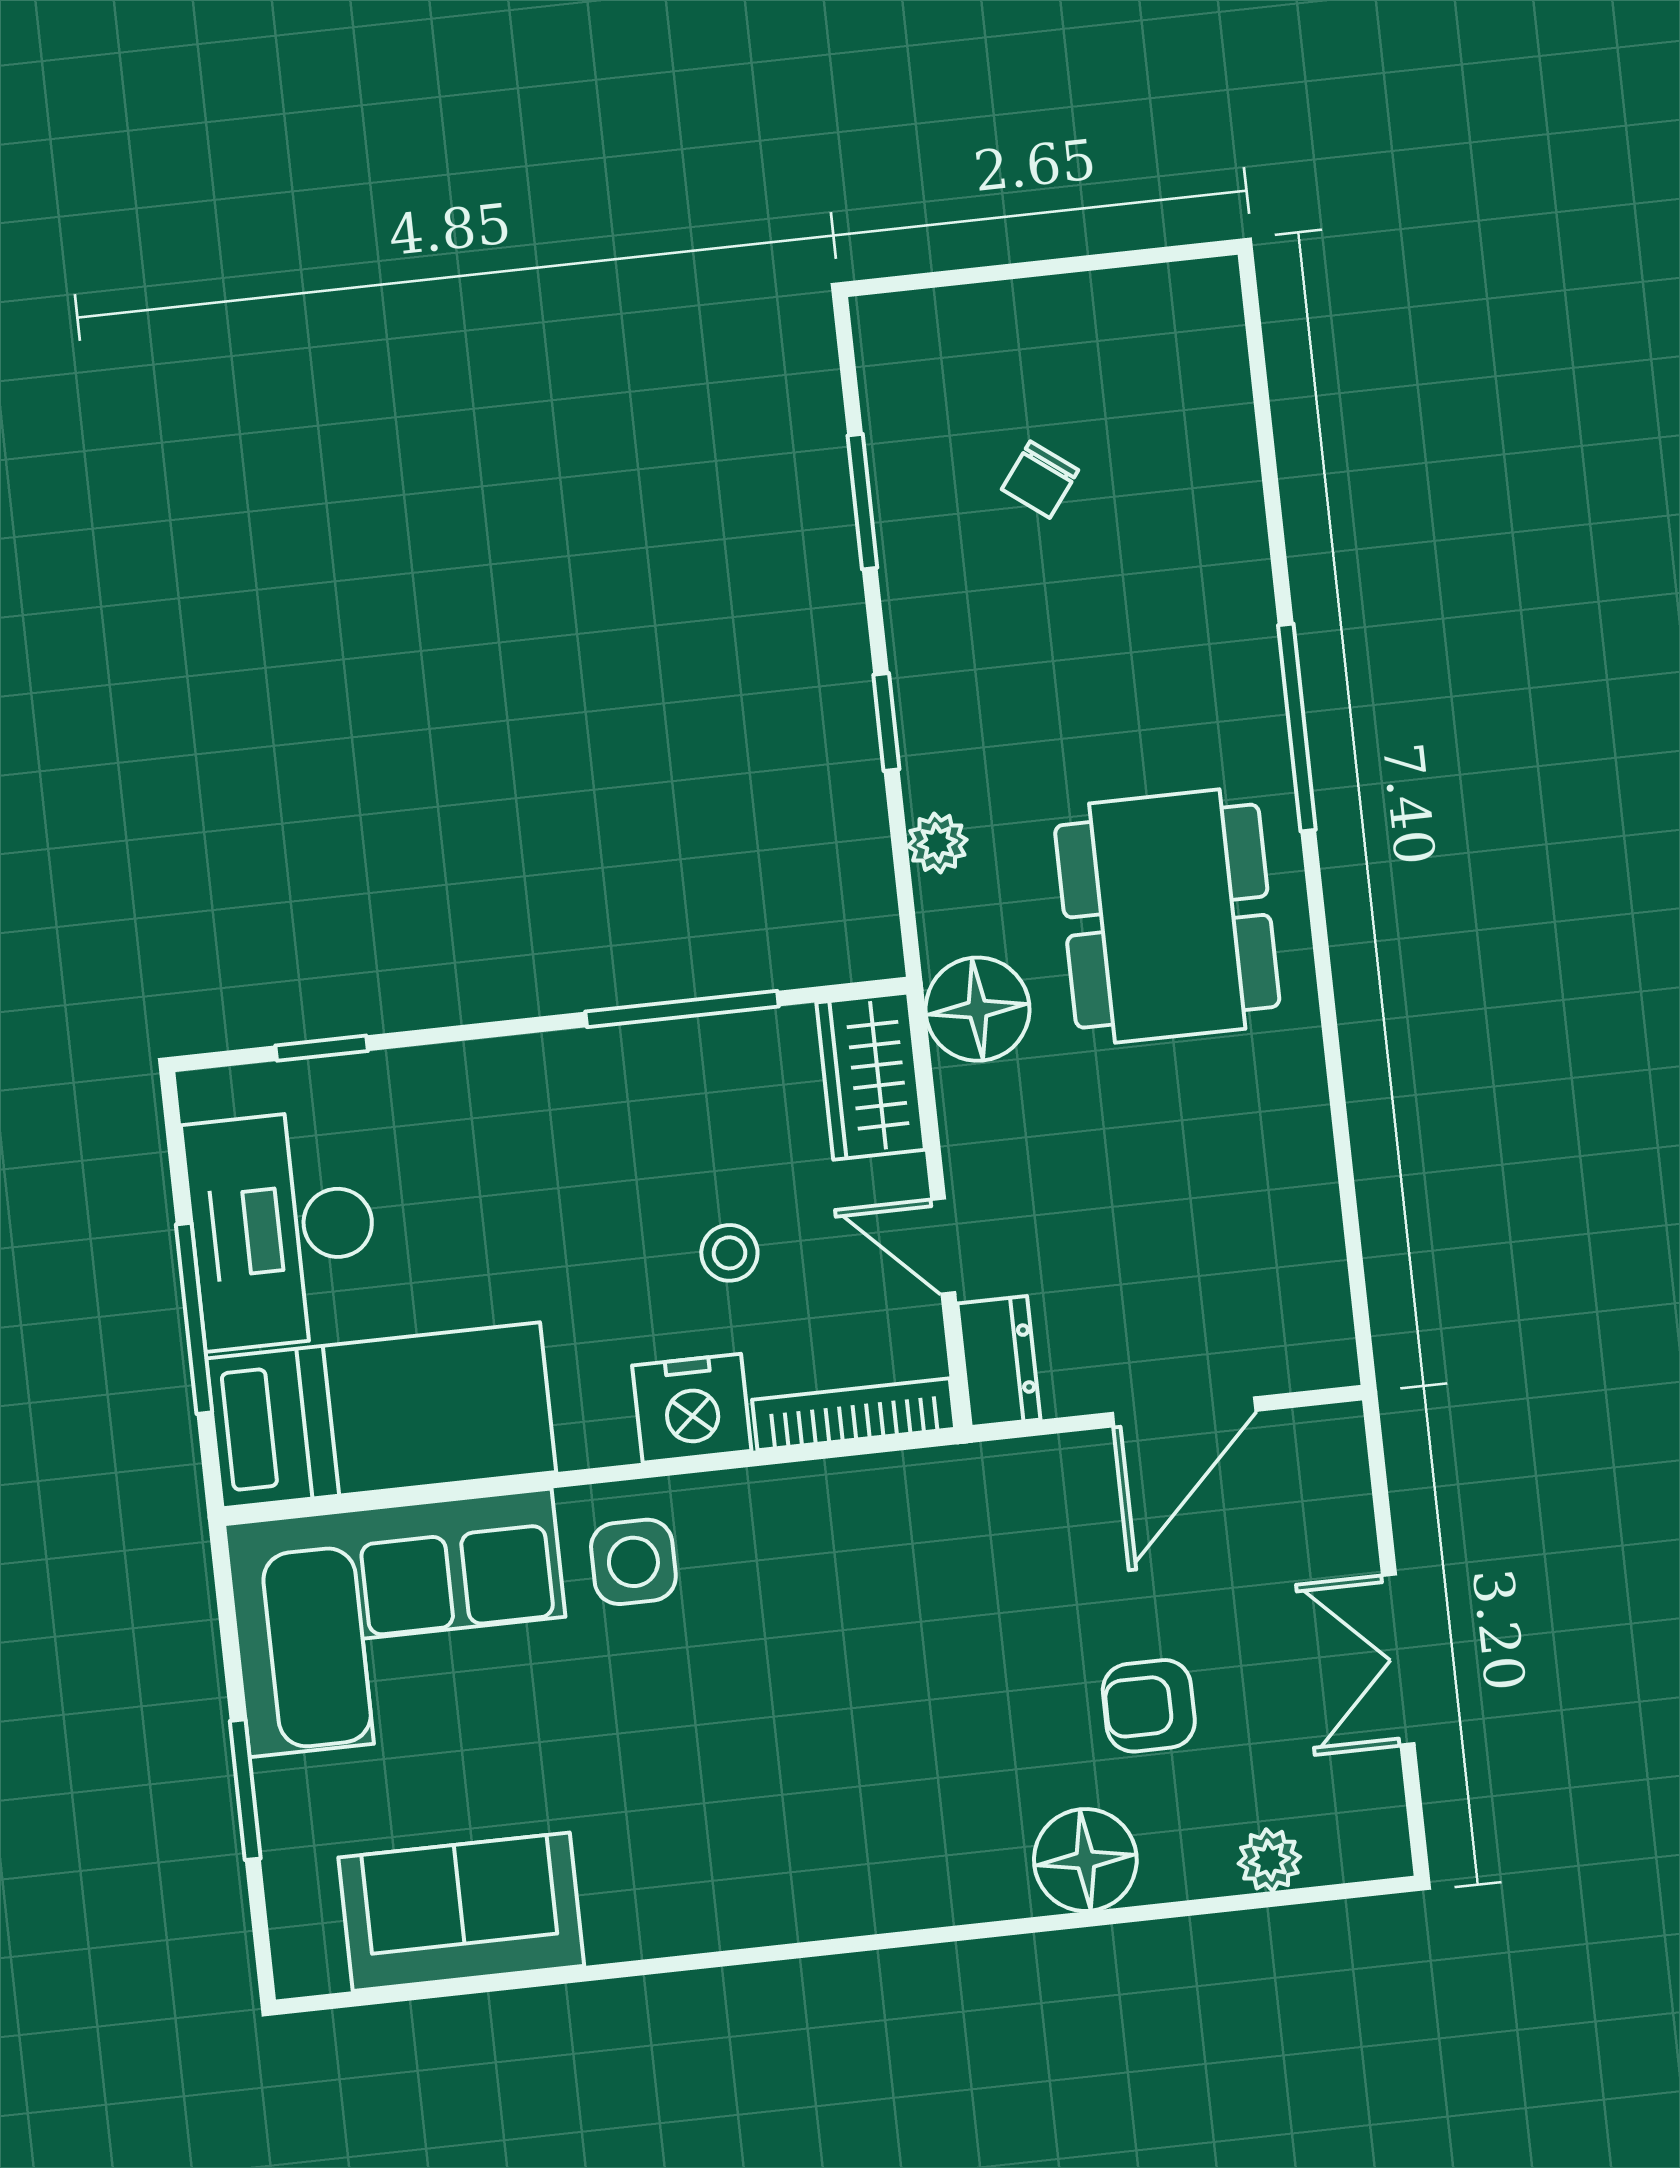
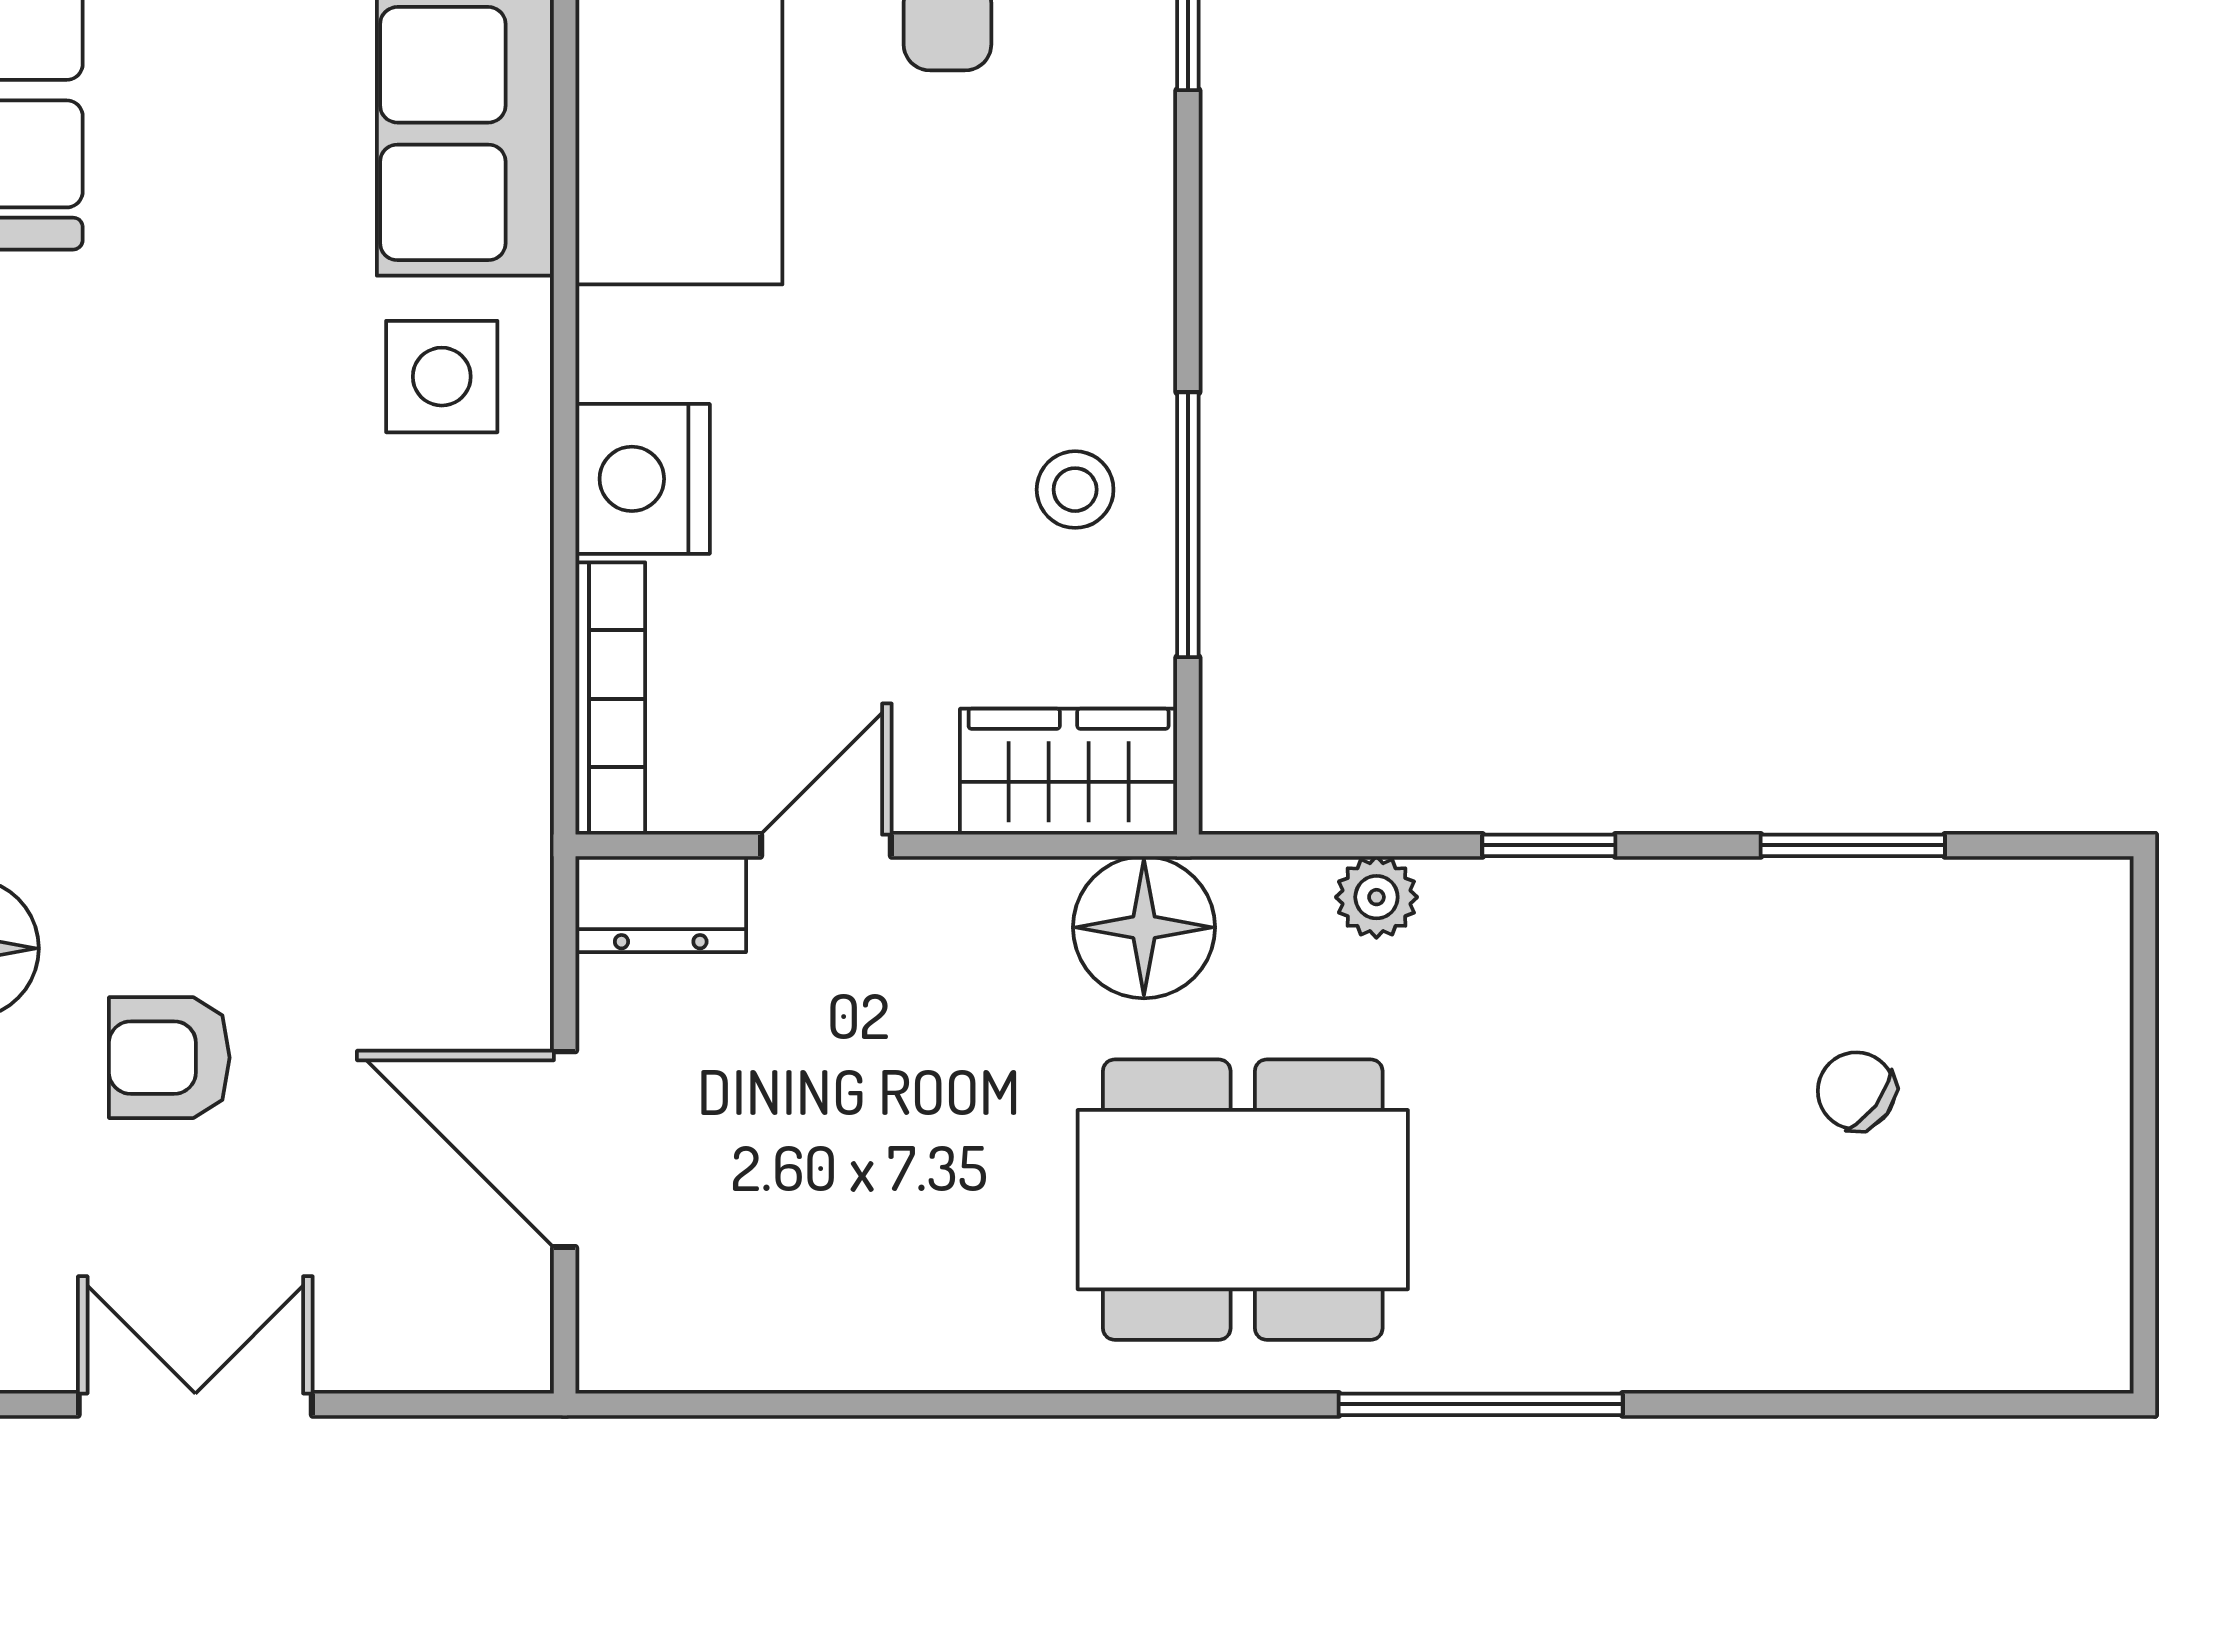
stool: (729, 1253) -> (1075, 490), moved
armchair: (1149, 1706) -> (169, 1058), turned -90

